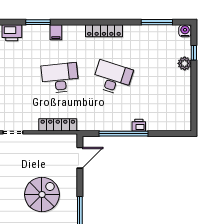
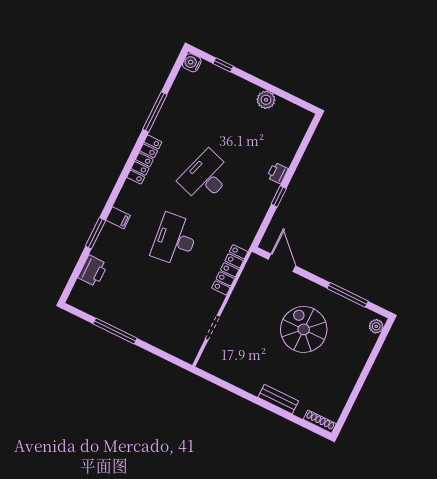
window: (157, 22) -> (155, 112), moved
plant: (185, 63) -> (266, 100), moved
window: (124, 134) -> (279, 196), width x0.32

